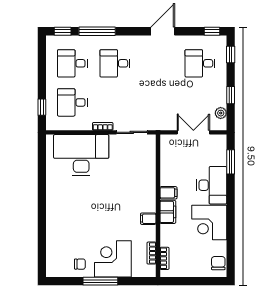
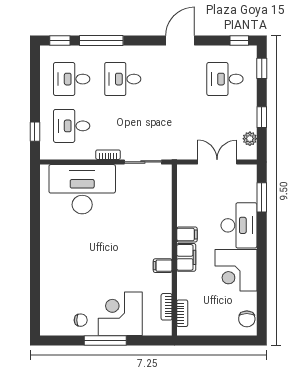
chair: (218, 263) -> (247, 319), turned 180

